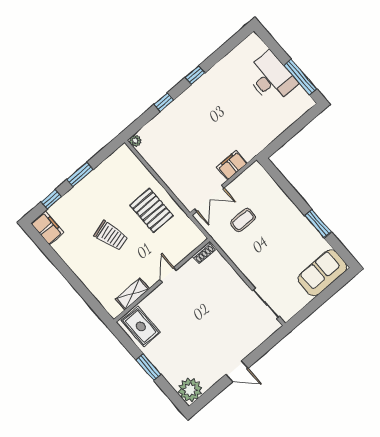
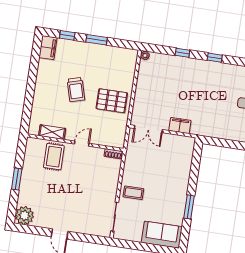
pallet: (151, 210) -> (112, 101), turned 90
coffee table: (243, 220) -> (133, 193), moved
rug: (141, 326) -> (54, 157), moved

